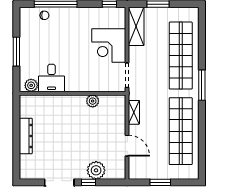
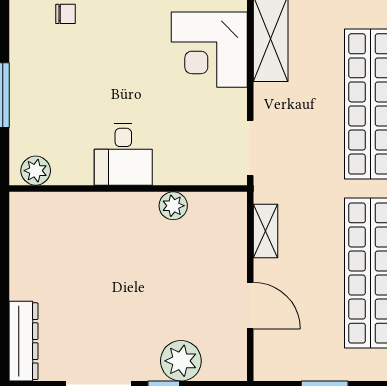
corner desk: (109, 45) -> (209, 50), moved
desk: (52, 78) -> (123, 154), moved
dresser: (26, 136) -> (24, 341), moved

